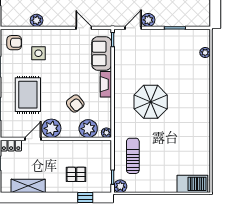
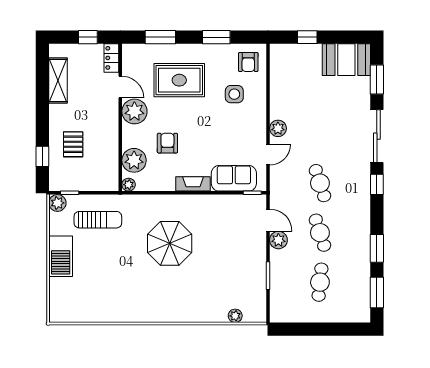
plant: (37, 20) -> (278, 128), moved
armchair: (75, 104) -> (167, 143), turned 128
barbecue: (192, 184) -> (61, 256), moved

